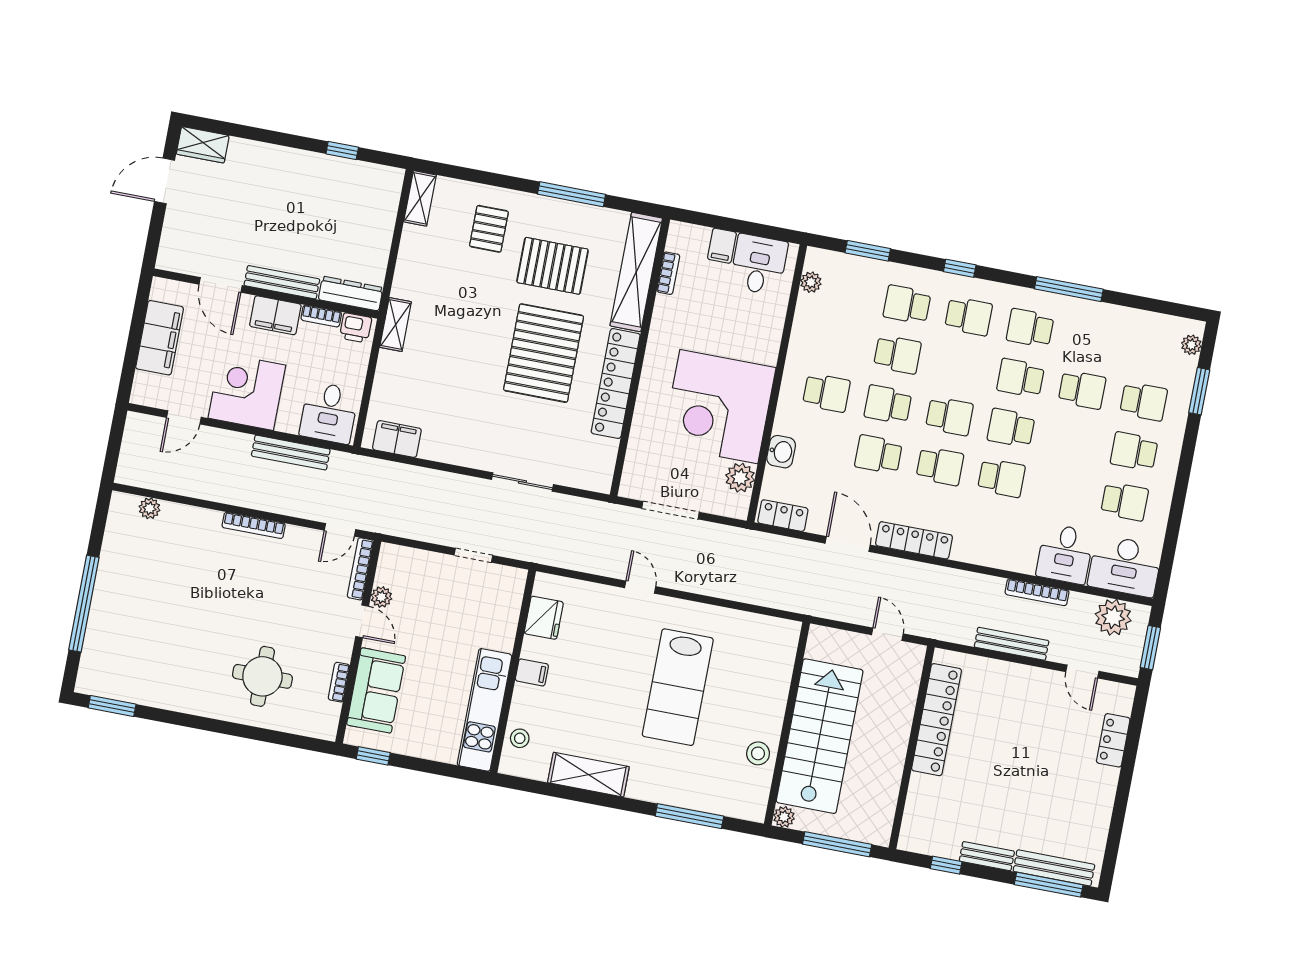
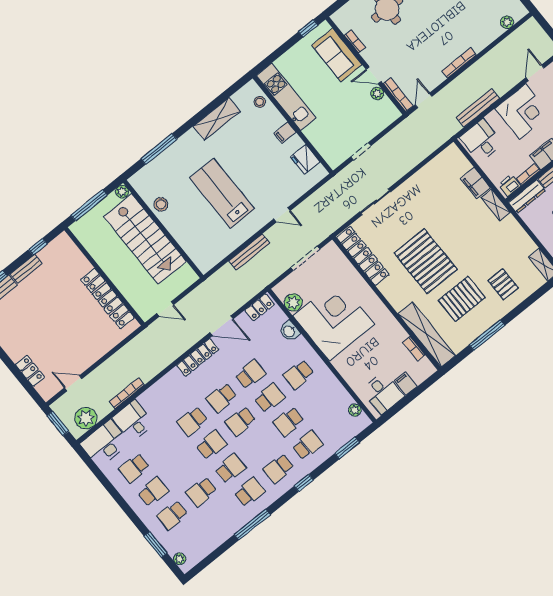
locker: (616, 384) -> (363, 256), moved
filing cabinet: (397, 439) -> (475, 183), moved, turned 90
bench: (1012, 644) -> (249, 252), moved

